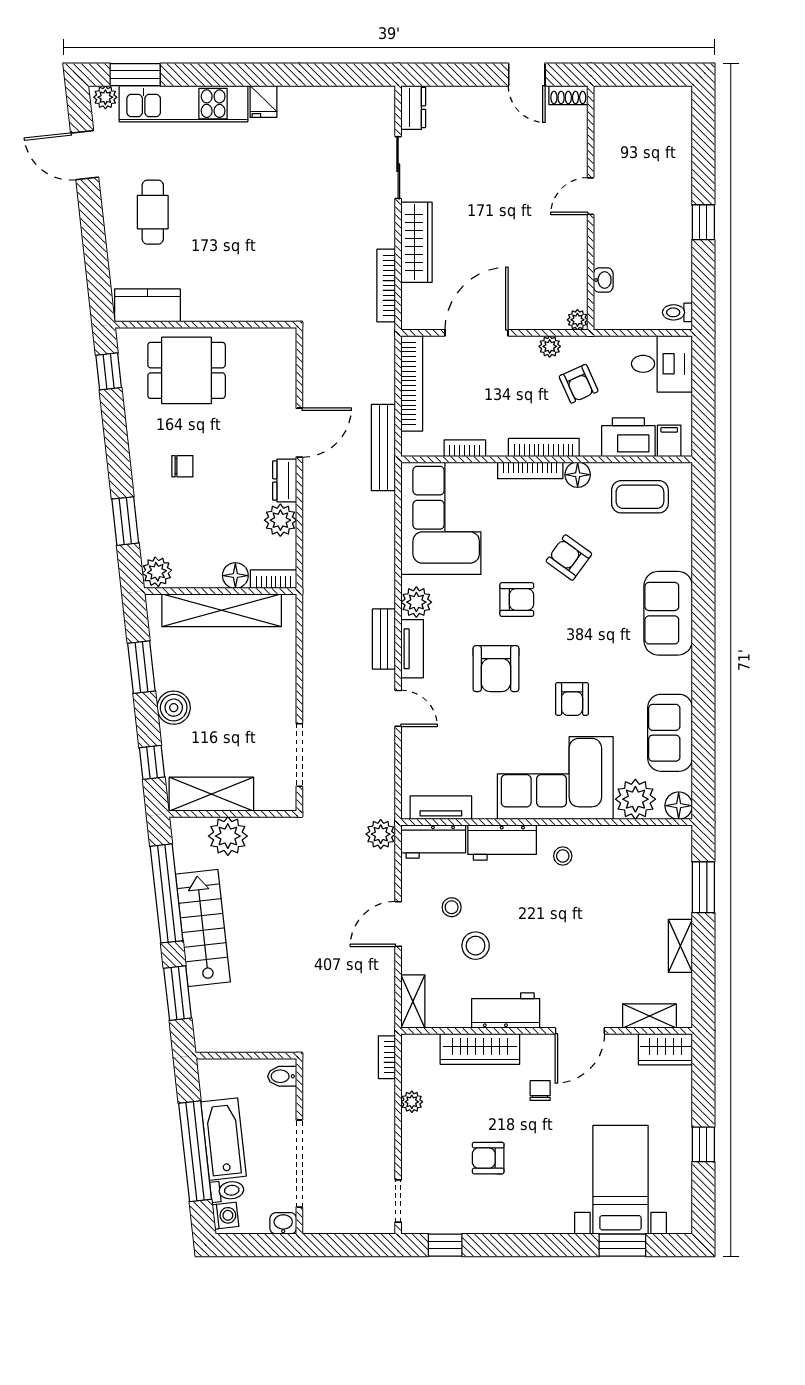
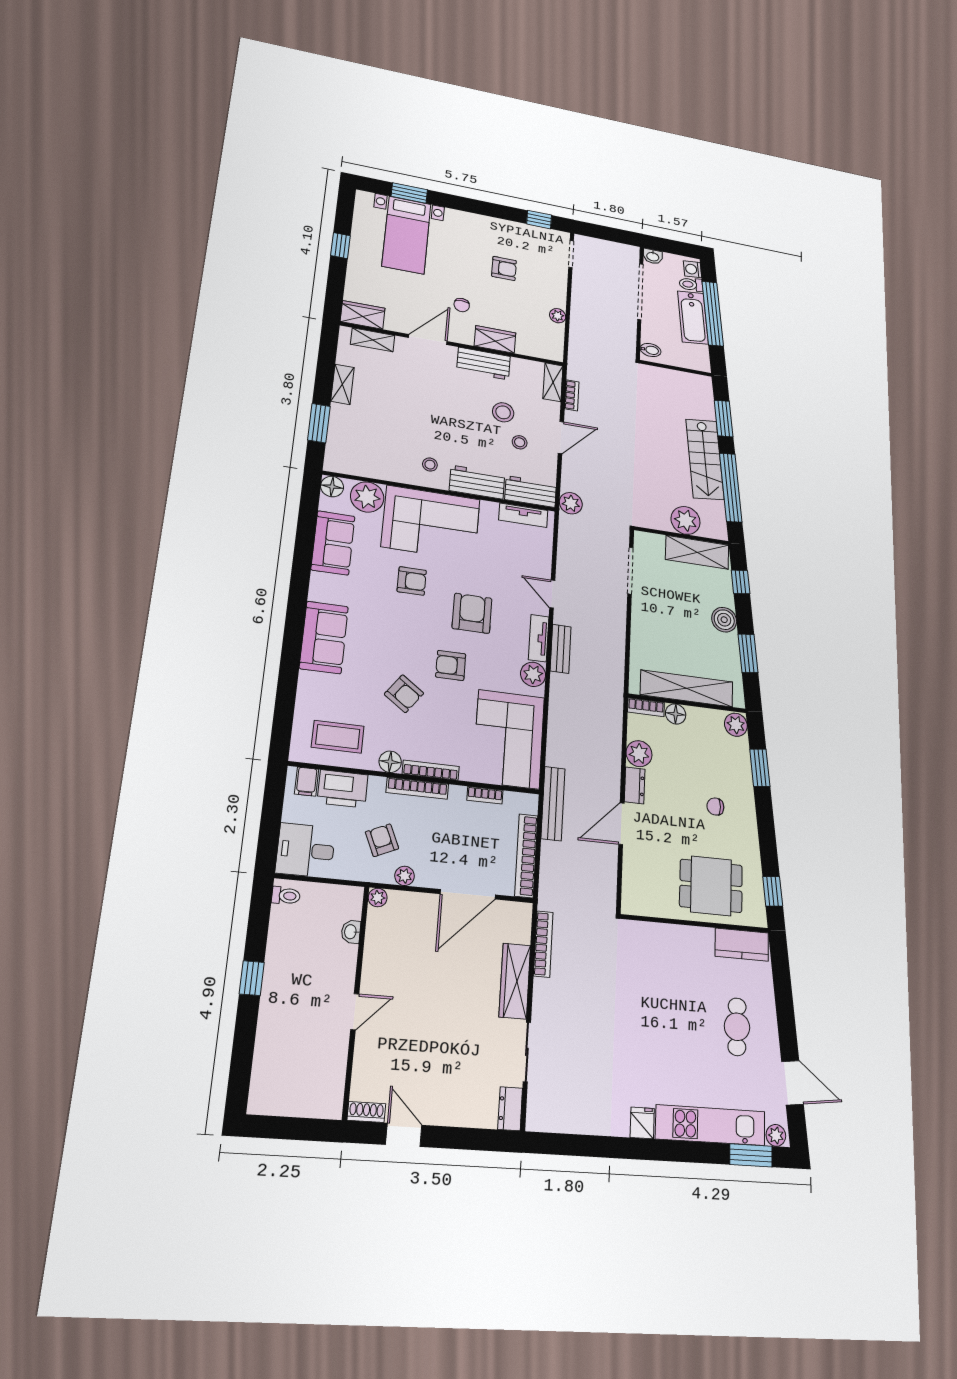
armchair: (572, 699) -> (412, 581), turned 90
wardrobe: (480, 1049) -> (495, 339), width x0.67
bookcase: (387, 1057) -> (572, 395), moved

